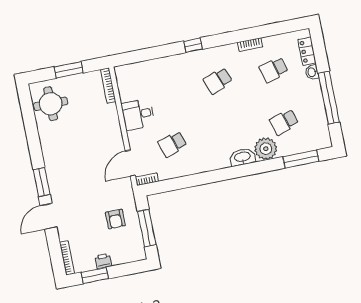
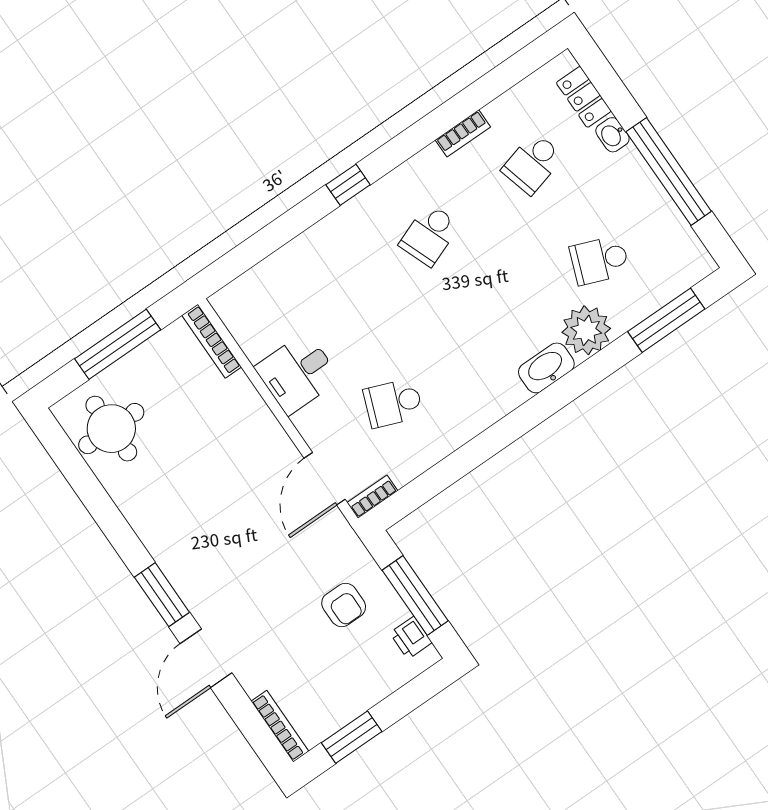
window: (68, 70) -> (118, 344), width x1.44
school desk: (284, 122) -> (600, 260), turned 39
school desk: (172, 144) -> (393, 403), turned 39
printer: (103, 261) -> (411, 638), moved, turned -90

